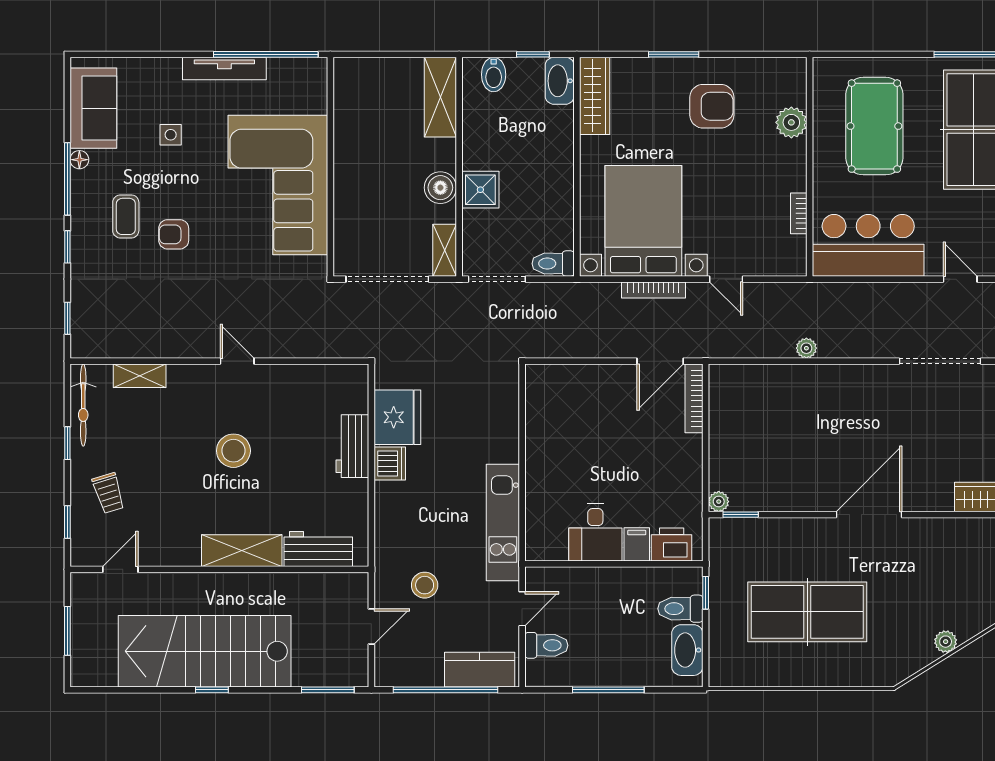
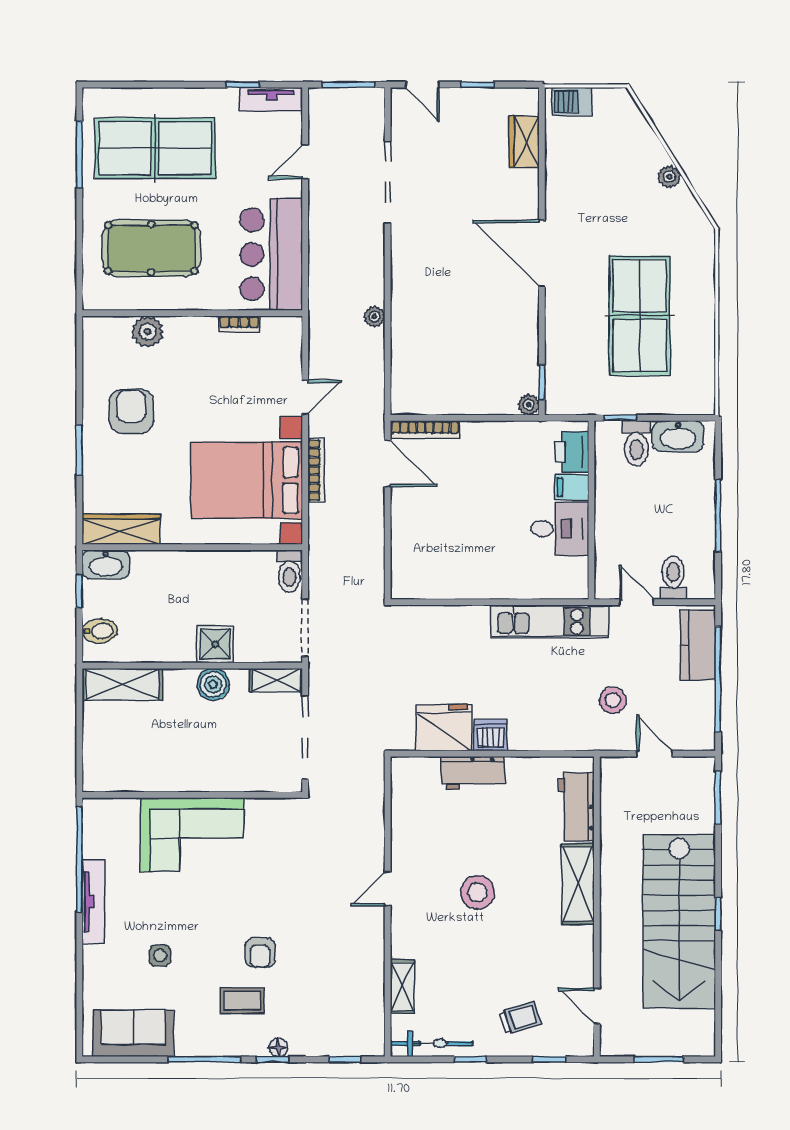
floor lamp: (79, 160) -> (278, 1047), moved
corner sofa: (278, 185) -> (192, 835), width x0.73, depth x0.74

